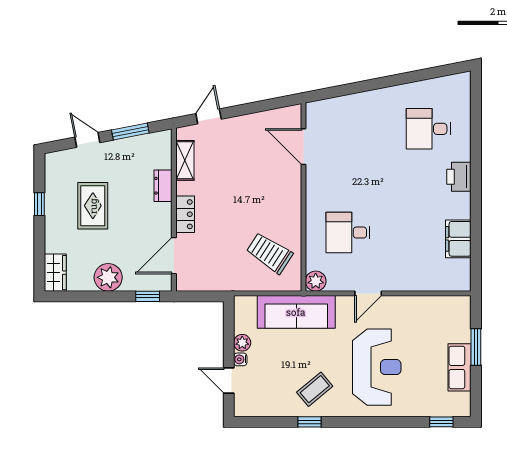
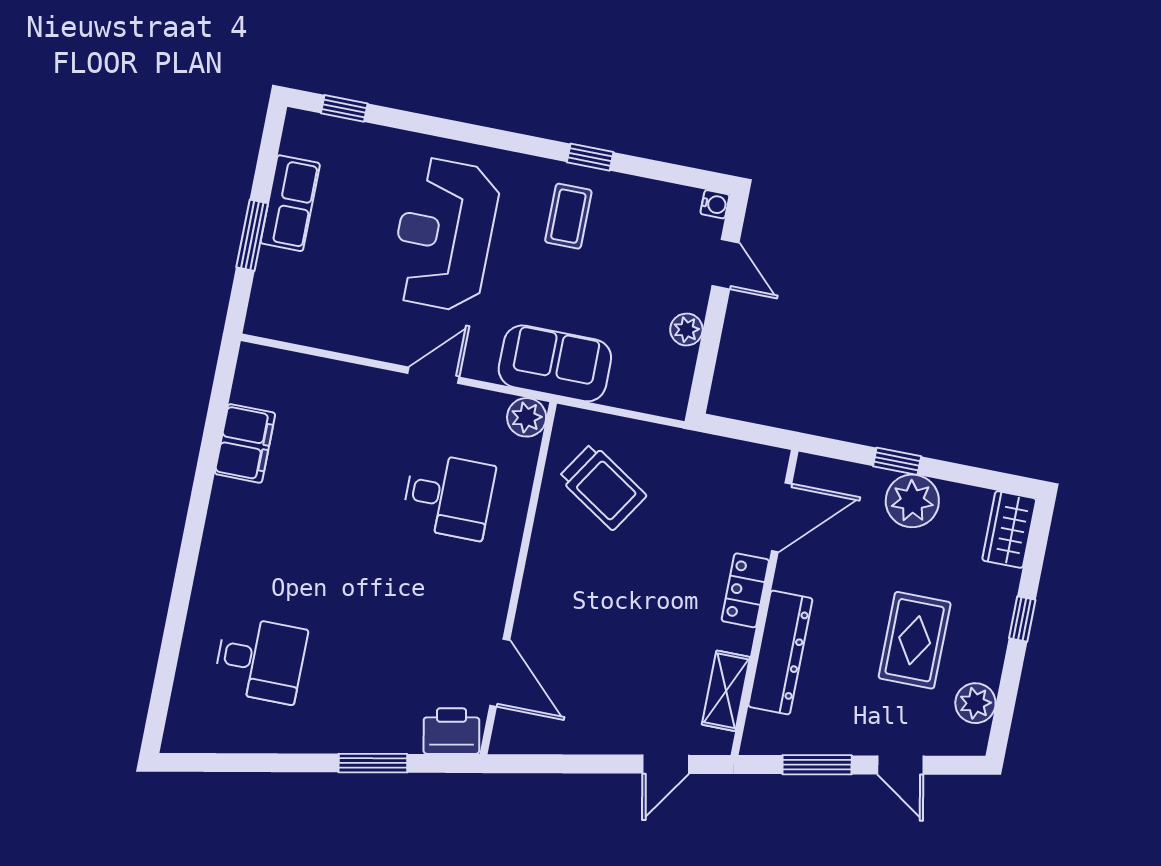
window: (360, 87) -> (373, 763), added
printer: (459, 177) -> (451, 731), moved, turned -101
plant: (55, 180) -> (975, 703), added
dresser: (163, 186) -> (780, 652), width x1.96, depth x1.24
window: (39, 204) -> (1022, 619), moved
window: (148, 296) -> (897, 461), moved
sofa: (296, 312) -> (555, 363), width x0.73
water cooler: (240, 359) -> (715, 204), moved
coffee table: (315, 389) -> (568, 216), turned -50

